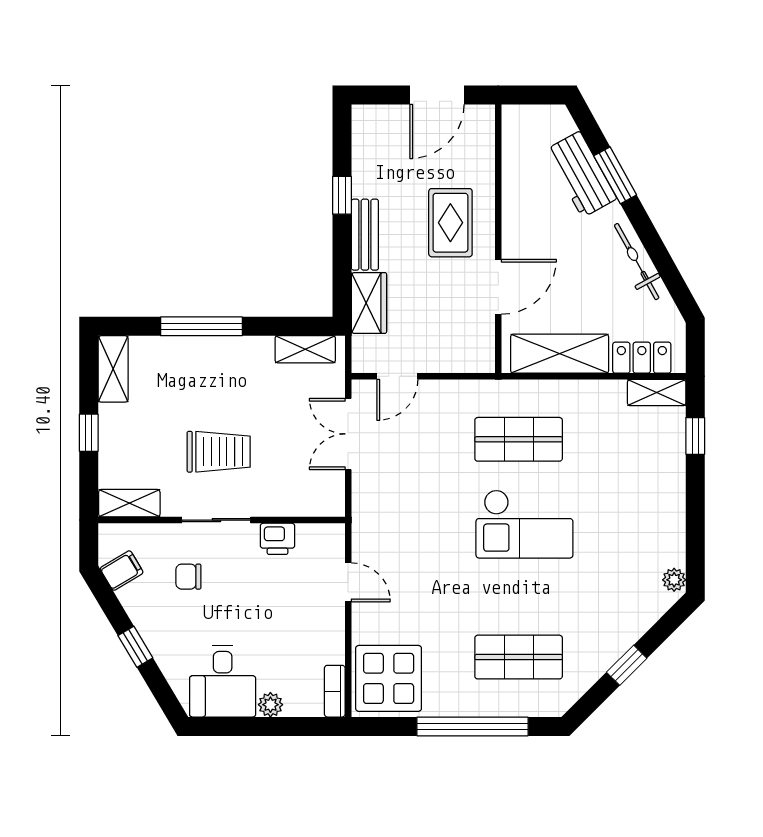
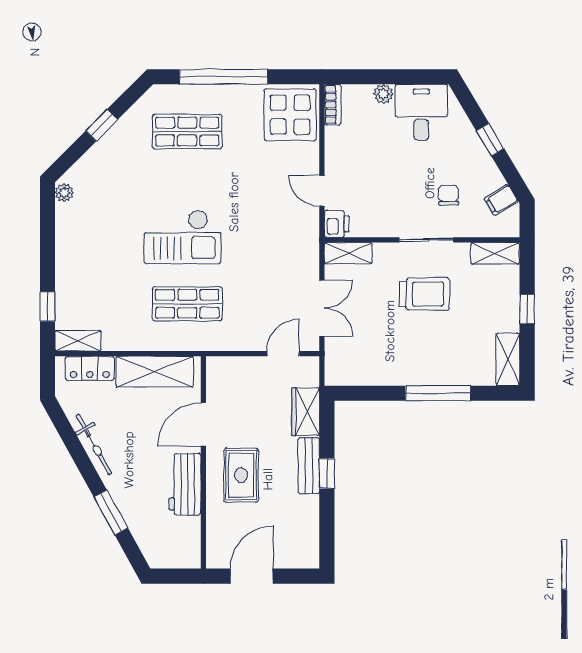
workbench: (581, 174) -> (185, 484), moved, turned -151
window: (342, 195) -> (327, 473), moved
shelving: (305, 349) -> (348, 253), moved
trolley: (219, 452) -> (424, 294), turned 180
checkout: (524, 524) -> (183, 237), turned 180
printer: (278, 539) -> (337, 224), moved, turned 90
chair: (188, 577) -> (448, 195), turned -92

